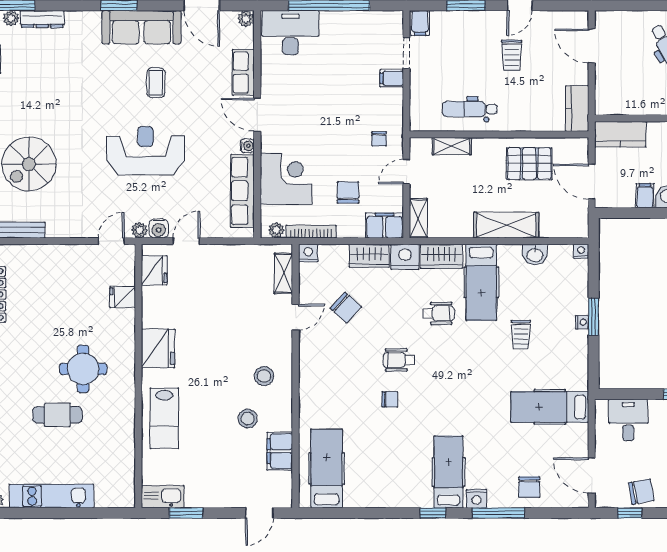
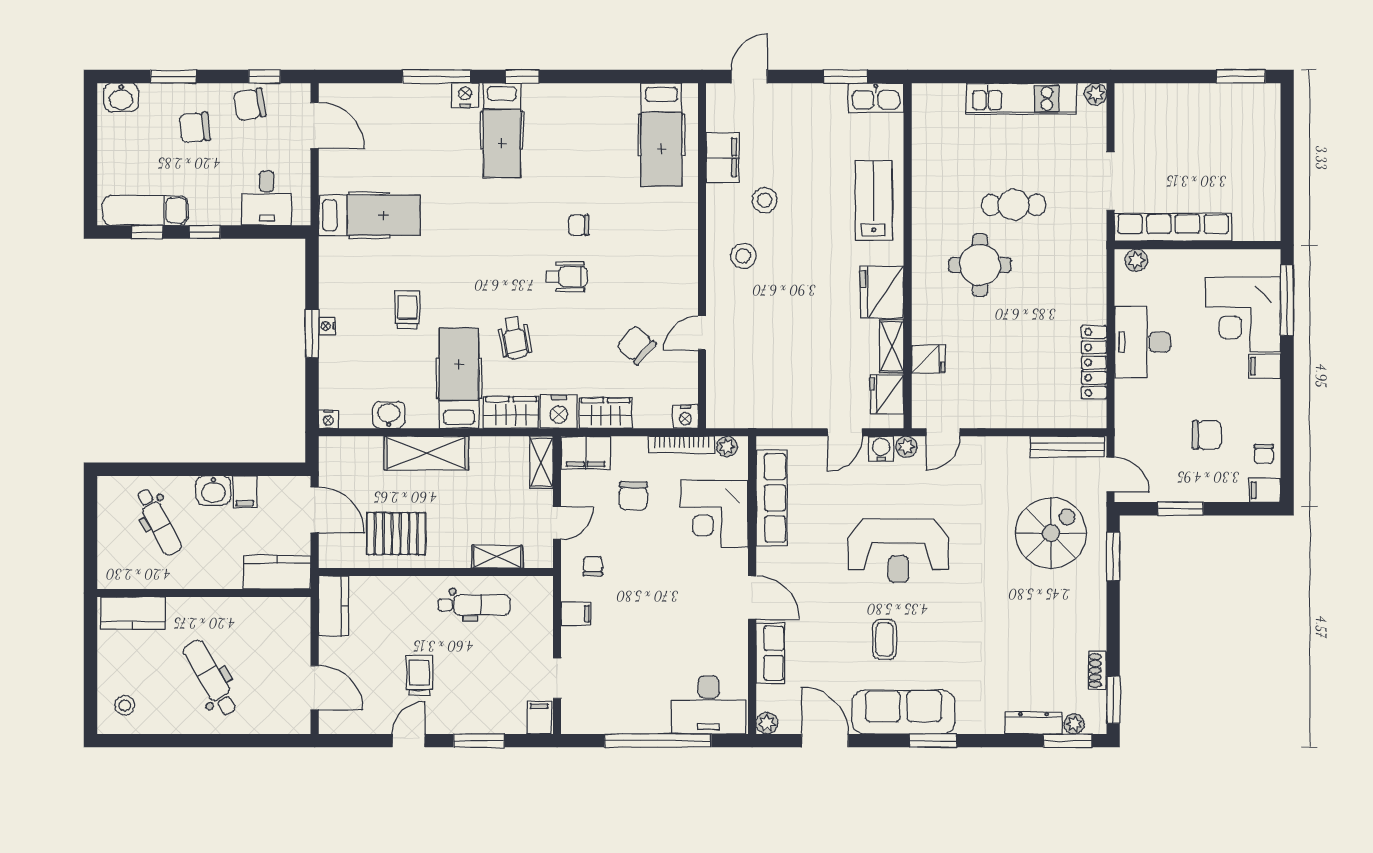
filing cabinet: (392, 78) -> (576, 614), moved
water cooler: (247, 146) -> (765, 557), removed
shelving: (283, 273) -> (892, 346), moved
wheelchair: (439, 313) -> (515, 338), turned -100
chair: (529, 487) -> (396, 110), removed

